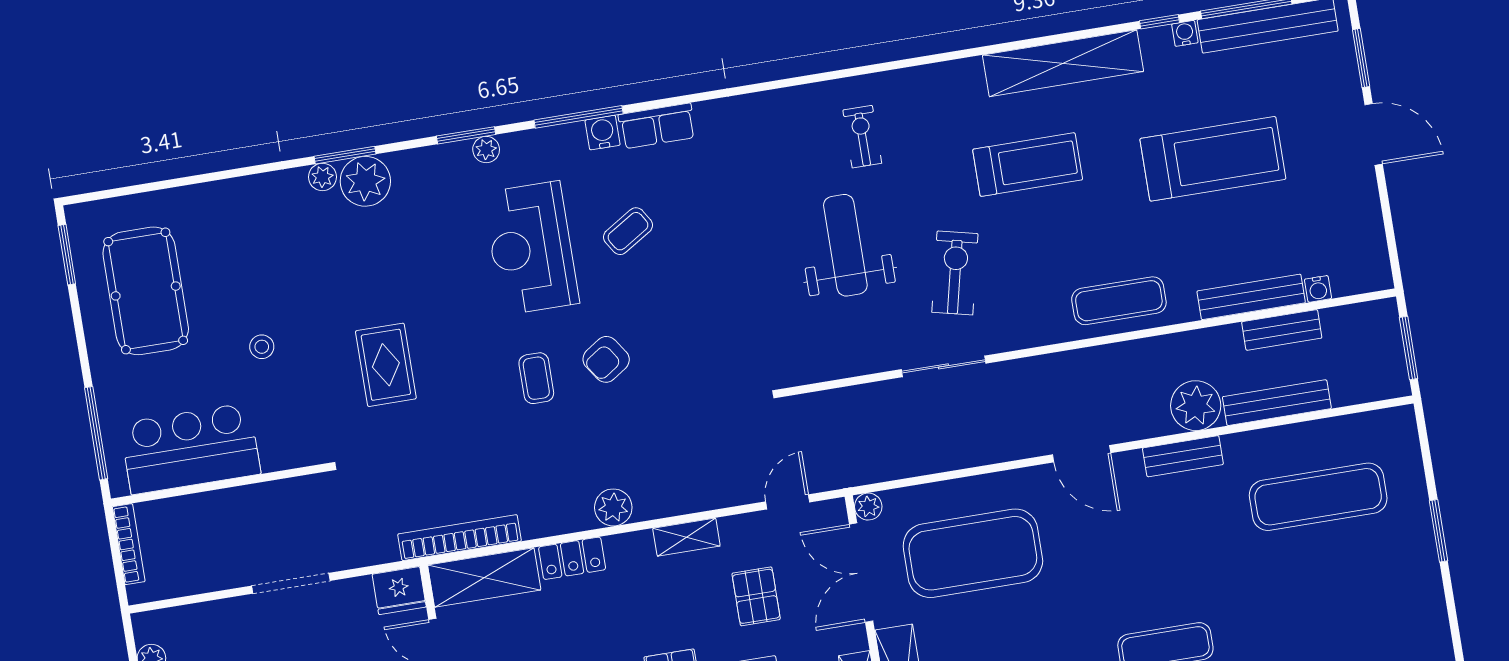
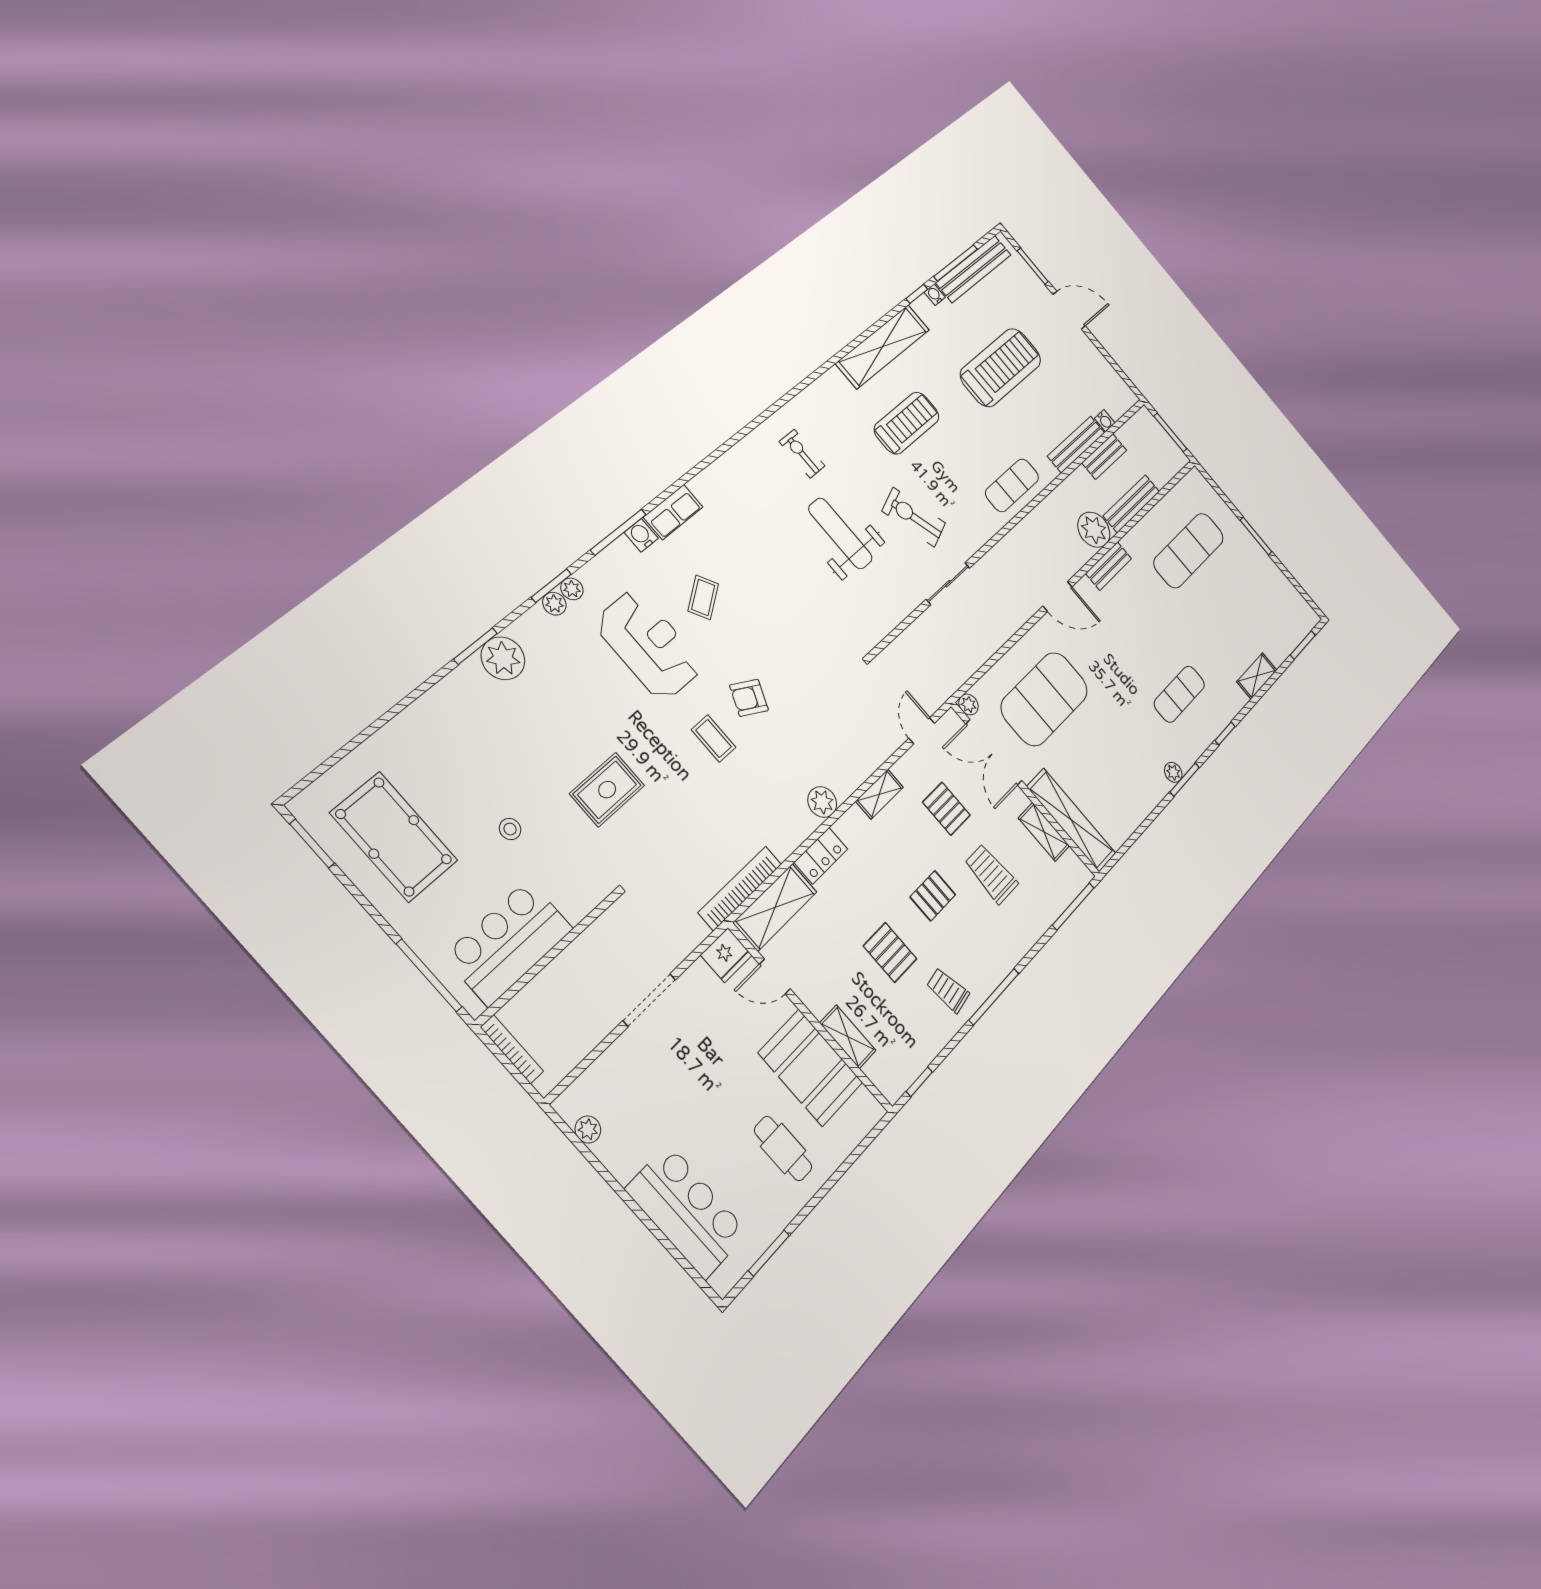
plant: (322, 177) -> (554, 604), moved
reception desk: (531, 248) -> (649, 645), turned 180
exercise bike: (955, 273) -> (914, 517), turned -32
armchair: (606, 359) -> (749, 698), turned 60
rug: (386, 365) -> (607, 790), turned 90

